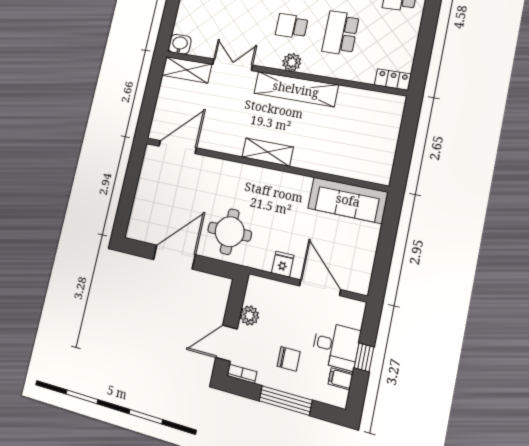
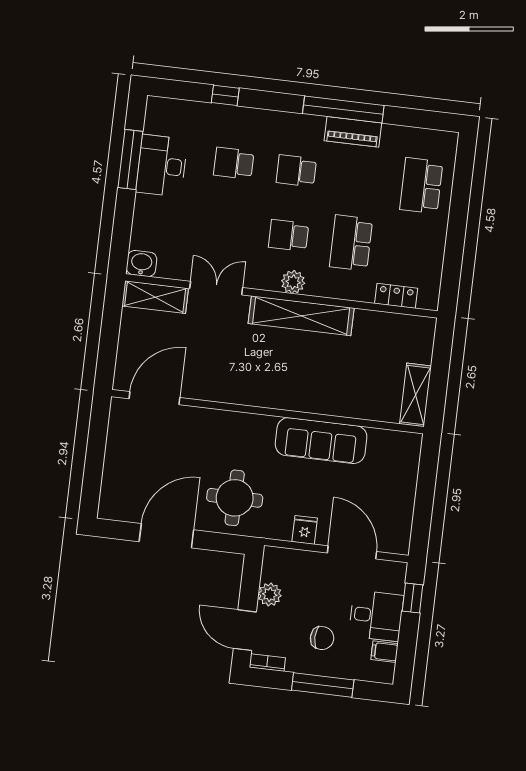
locker: (393, 79) -> (396, 296), moved
shelving: (268, 152) -> (415, 395), moved, turned 90
sofa: (348, 200) -> (321, 441), moved
door: (227, 343) -> (245, 630), hinge flipped
window: (364, 357) -> (413, 598), moved

